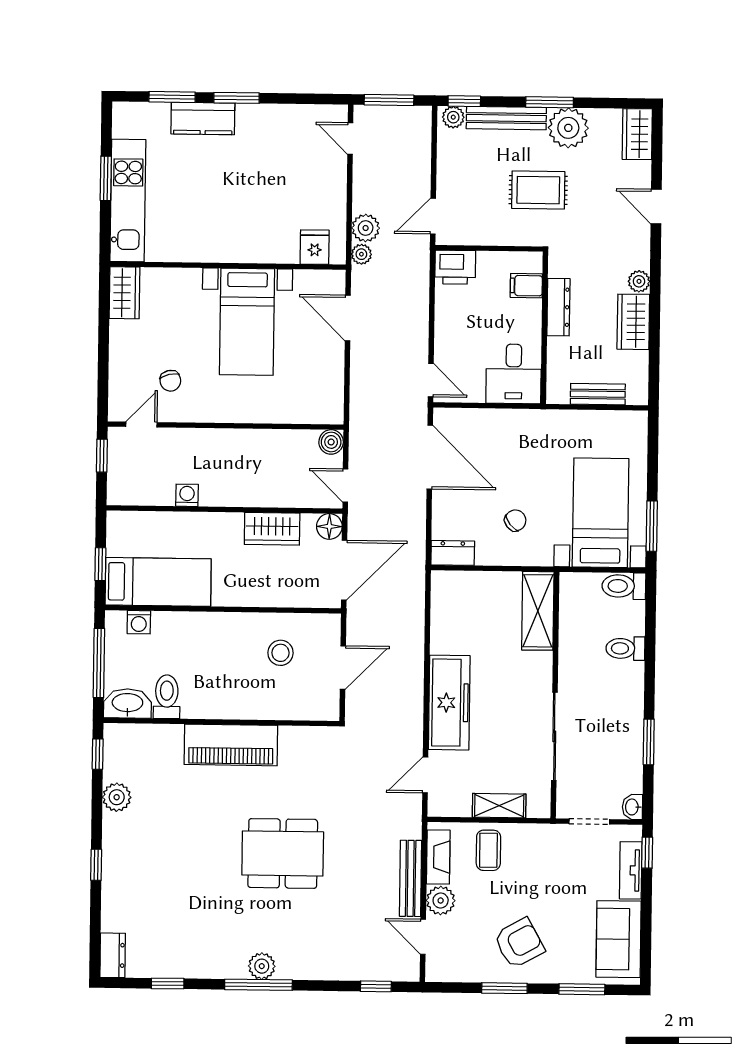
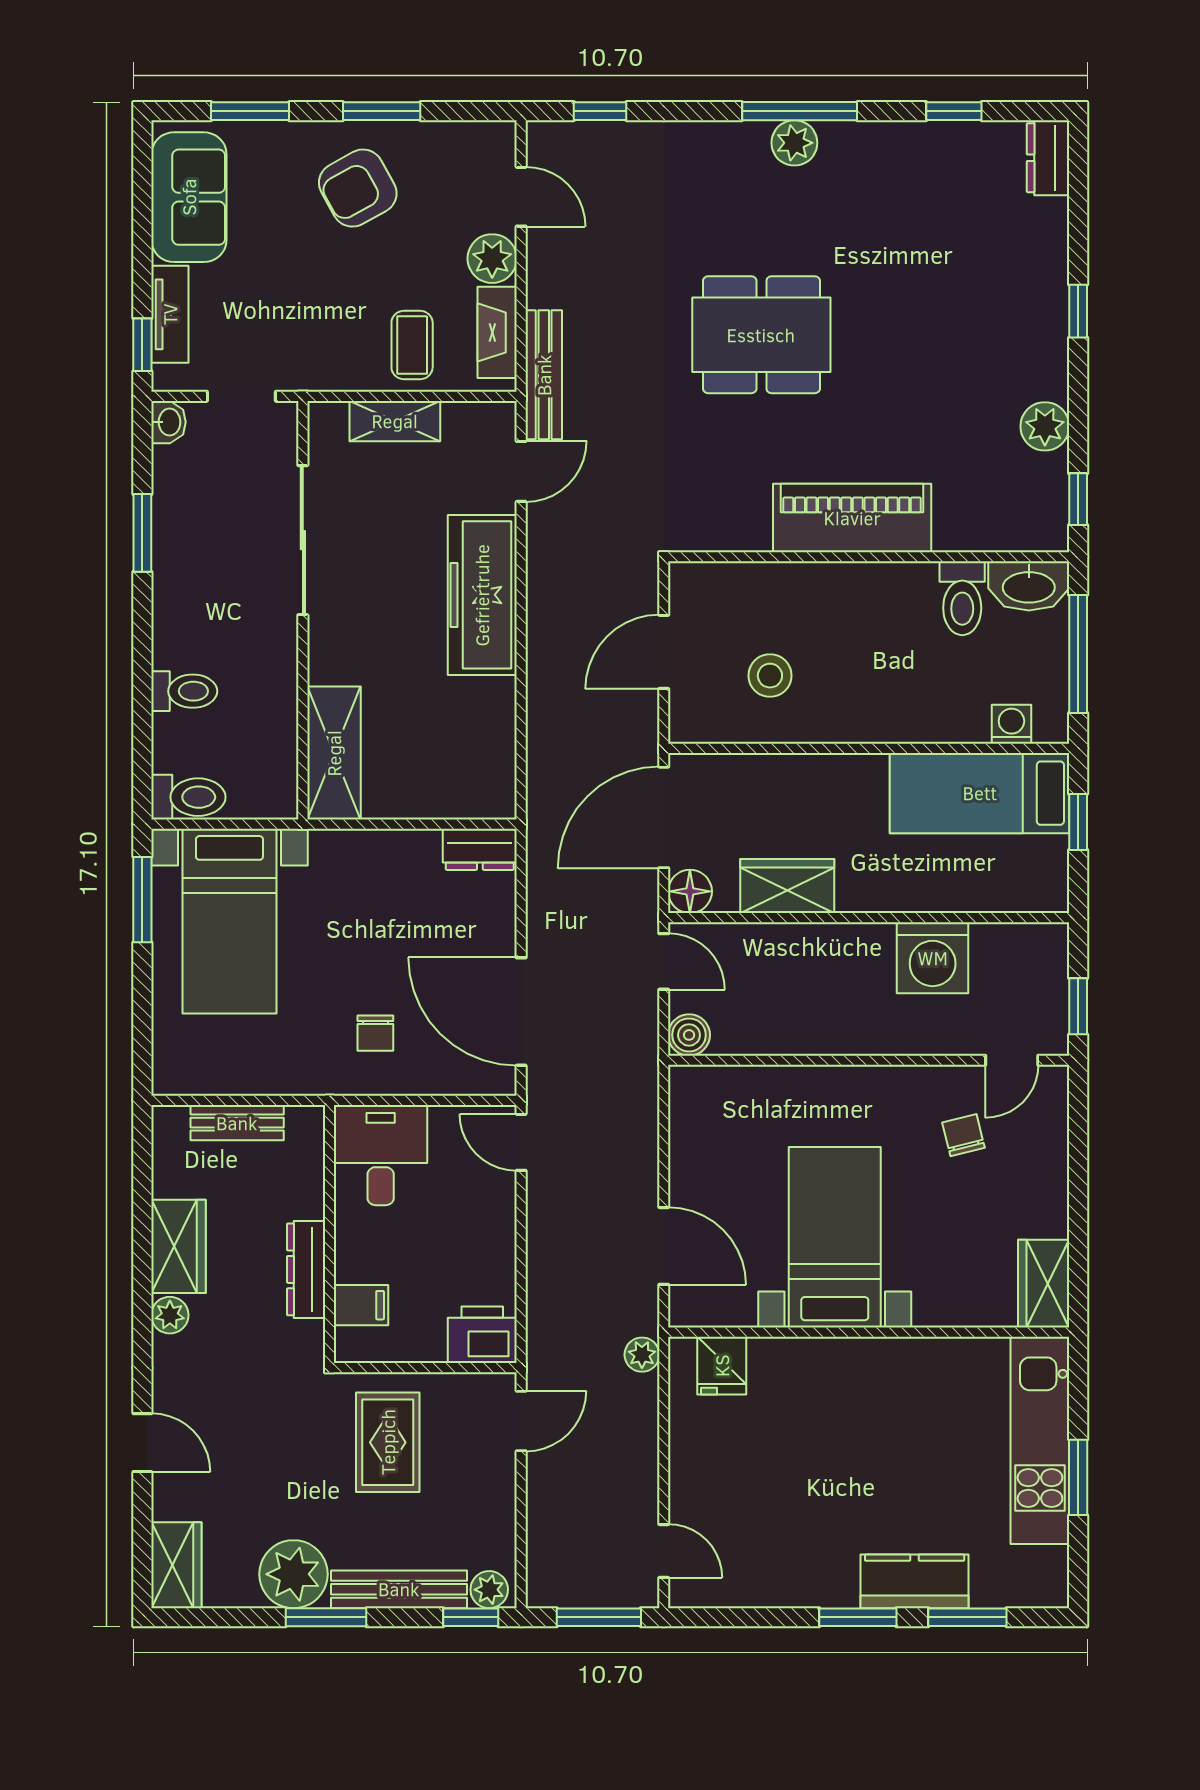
rug: (538, 190) -> (388, 1442), moved, turned 90
plant: (366, 228) -> (636, 1399), removed
washing machine: (187, 495) -> (933, 958), width x1.89, depth x1.89
chair: (515, 520) -> (375, 1033), moved, turned -51
bench: (411, 878) -> (544, 375), moved

